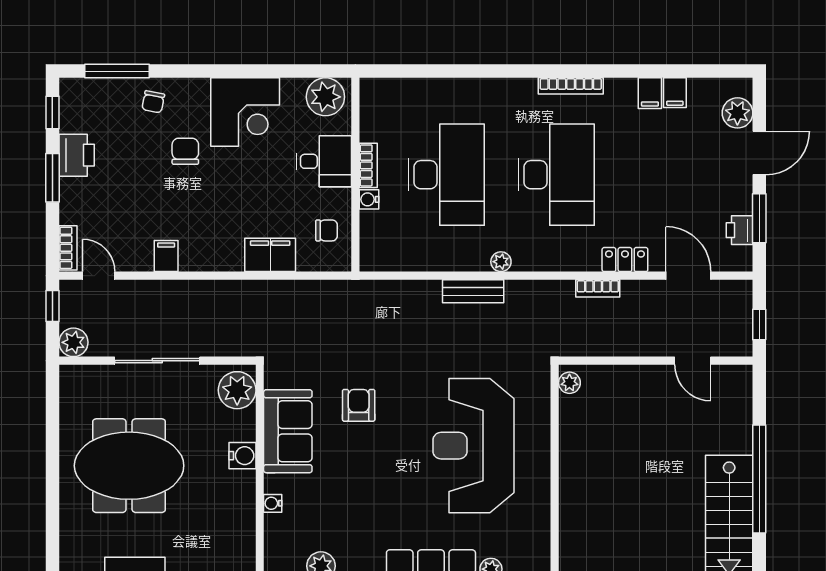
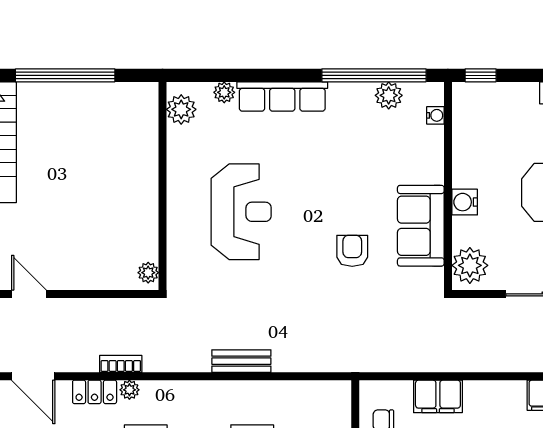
plant: (501, 262) -> (129, 390), moved
armchair: (359, 405) -> (352, 251), turned 180
reception desk: (473, 446) -> (241, 212), width x0.74, depth x0.77
water cooler: (273, 503) -> (435, 115), moved
plant: (535, 551) -> (181, 109), added

